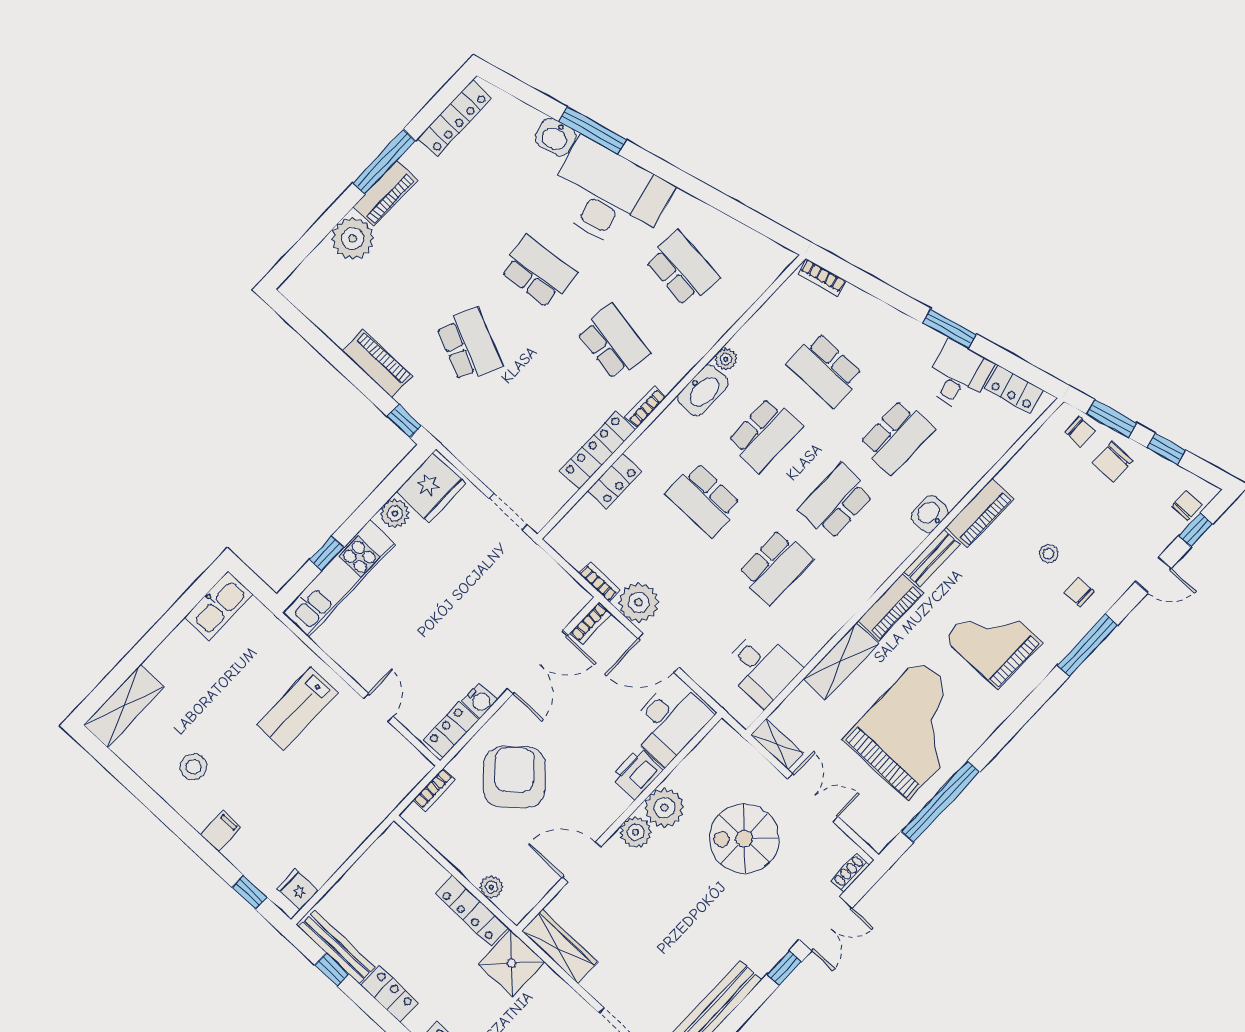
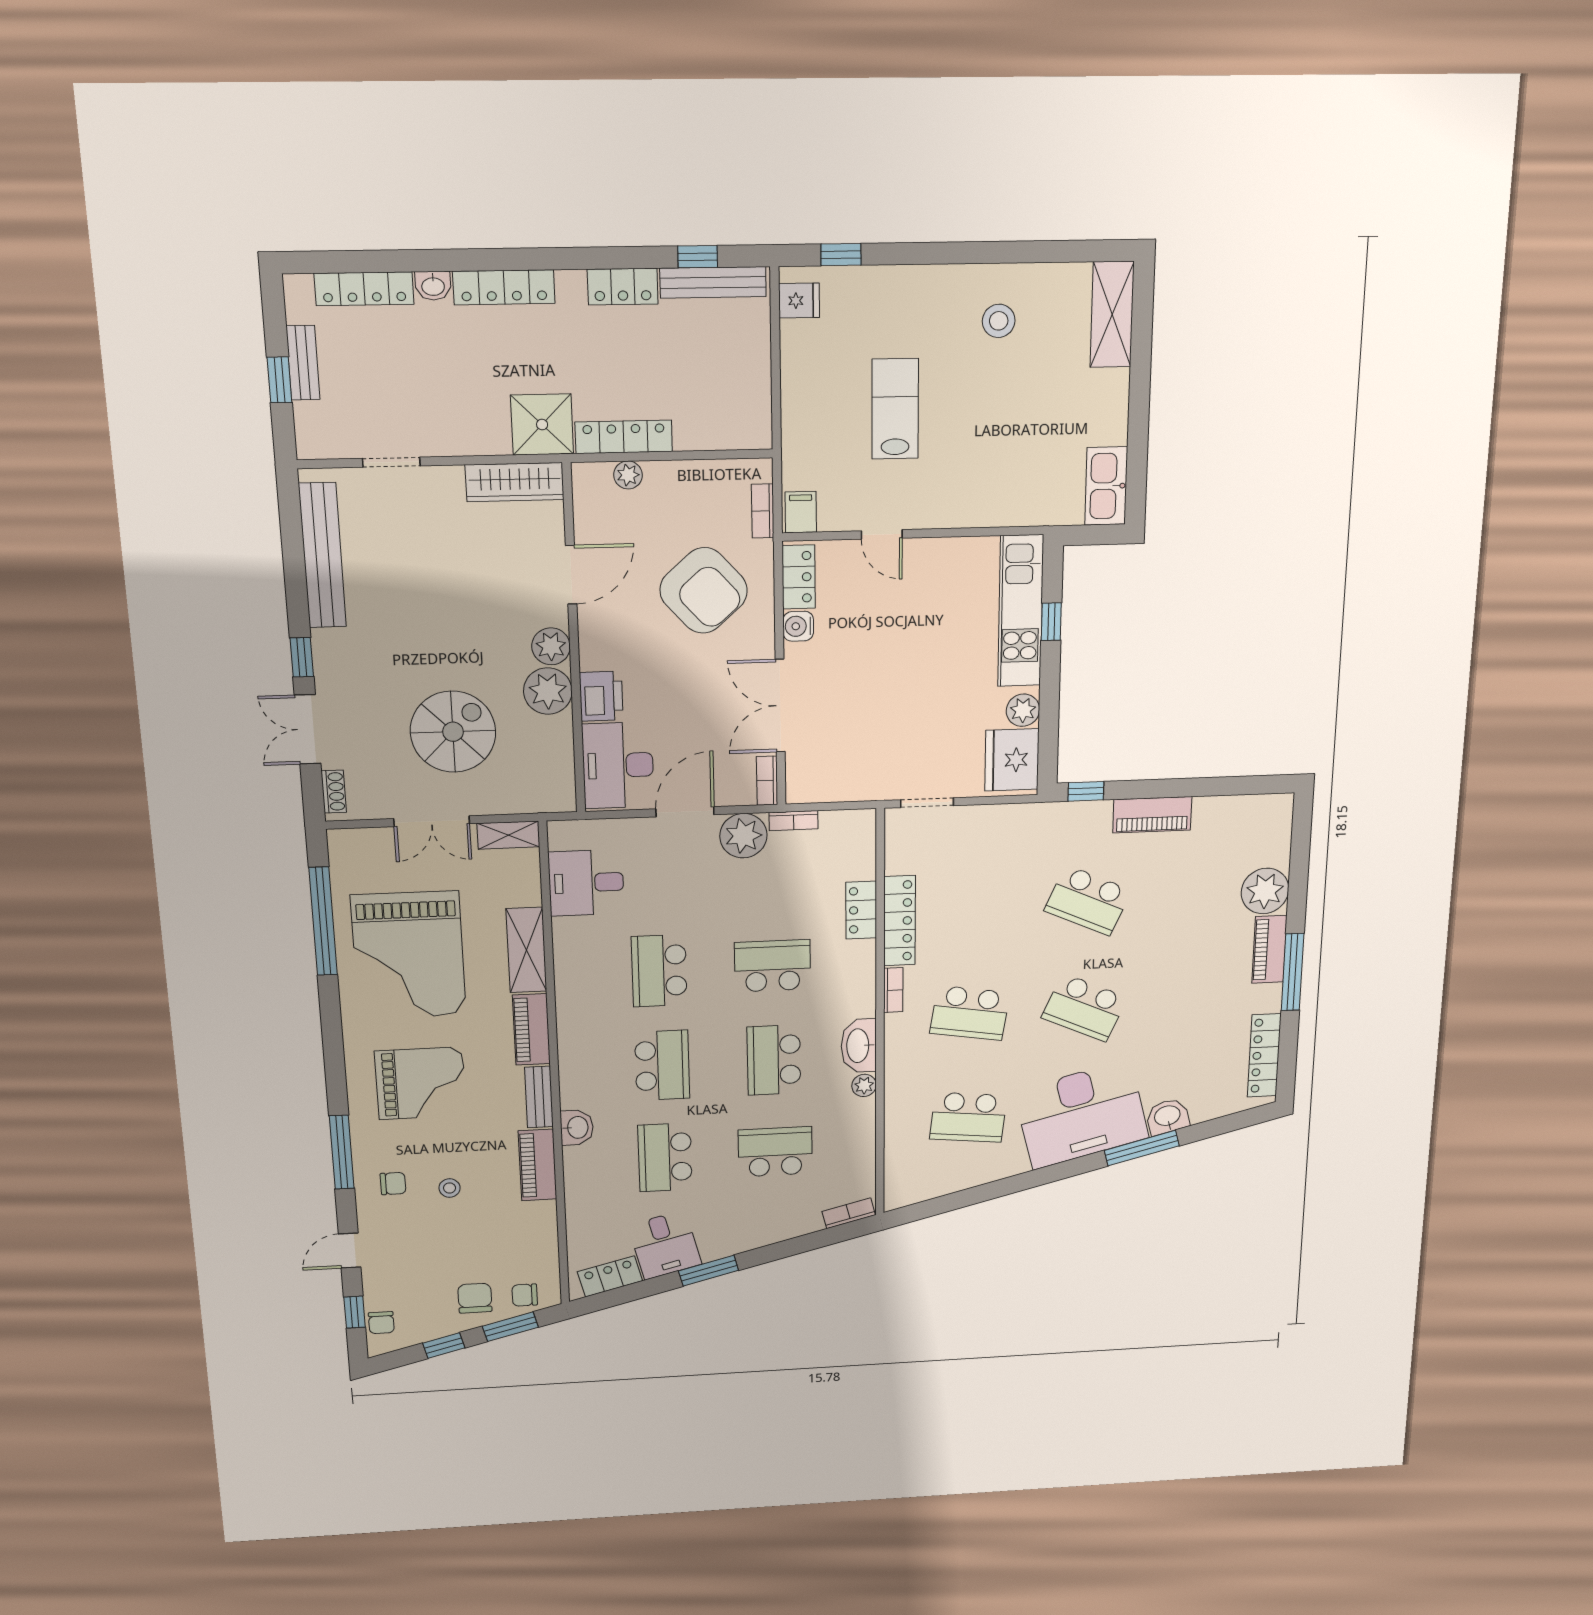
school desk: (538, 272) -> (1085, 1008), turned 30
lab bench: (297, 708) -> (895, 409), moved
filing cabinet: (221, 831) -> (801, 512), moved, turned 180

